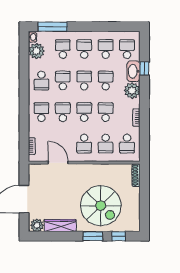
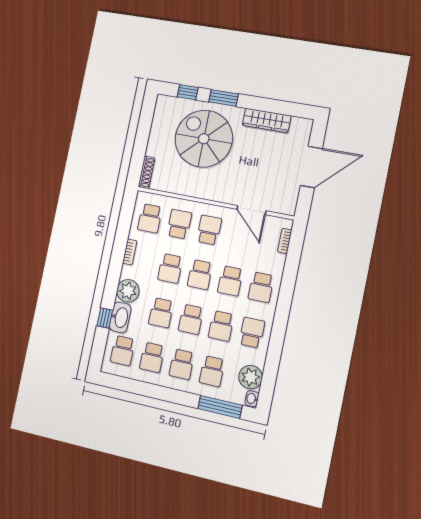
school desk: (127, 144) -> (150, 218), turned 180
plant: (37, 225) -> (300, 126), removed

